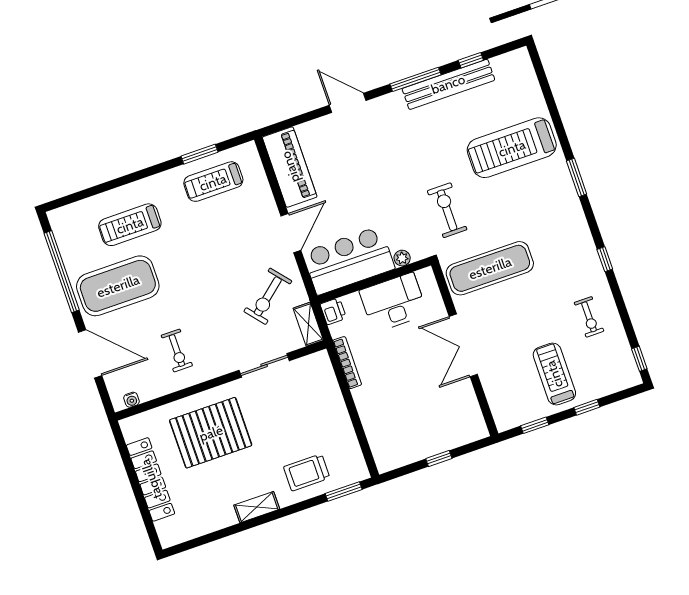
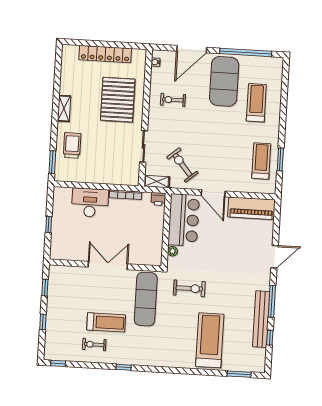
window: (577, 178) -> (239, 374), moved
desk: (393, 302) -> (90, 203), moved, turned -90
treadmill: (554, 374) -> (106, 322), moved

